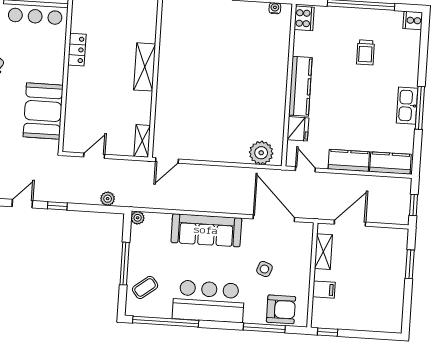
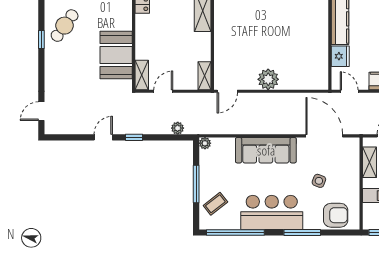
shelving: (71, 136) -> (142, 75), added
plant: (261, 153) -> (268, 79), moved
window: (264, 328) -> (302, 232), moved

